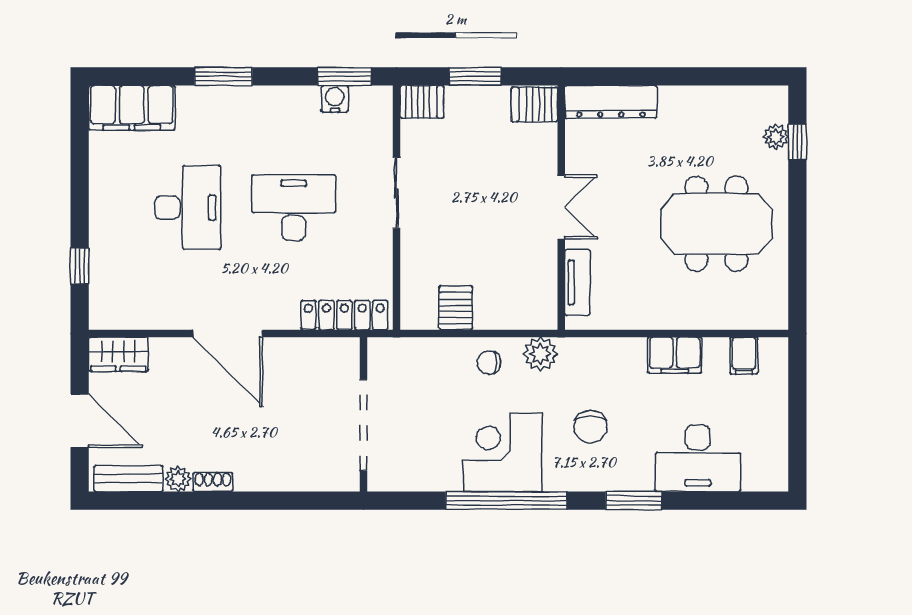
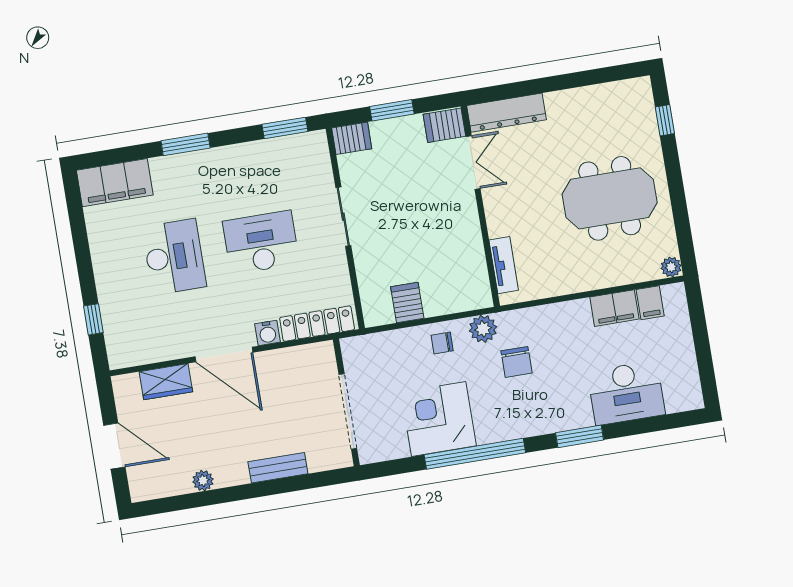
water cooler: (335, 99) -> (268, 333), moved, turned 180
plant: (776, 137) -> (671, 267), moved
double door: (561, 207) -> (473, 163), moved
wardrobe: (118, 354) -> (166, 382), moved
filing cabinet: (675, 355) -> (614, 308), moved
chair: (590, 427) -> (517, 362), moved
corner desk: (502, 452) -> (439, 419), moved
bench: (129, 478) -> (278, 468), moved
shoe rack: (213, 482) -> (232, 478), removed

